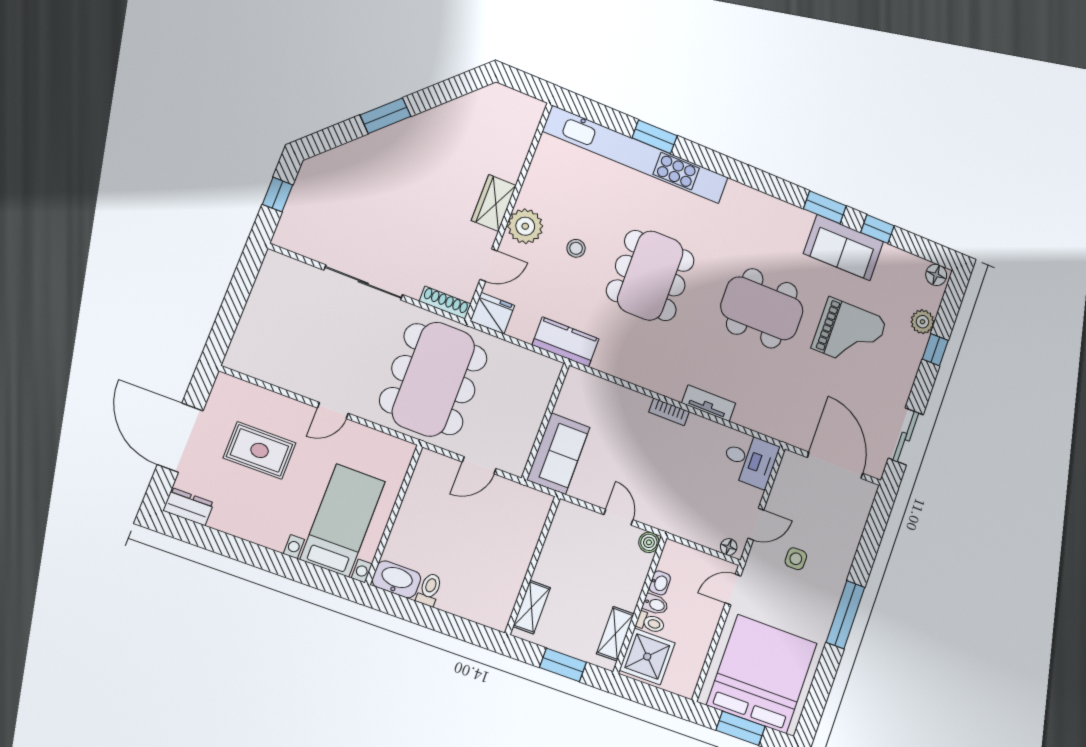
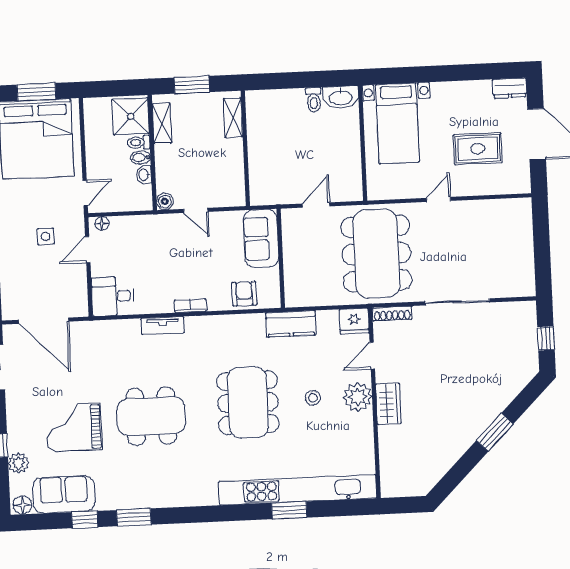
sofa: (844, 248) -> (64, 494), moved
armchair: (604, 399) -> (244, 294), added

